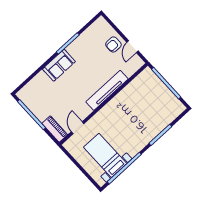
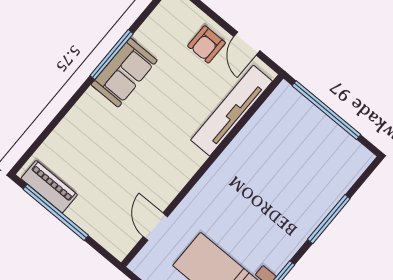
sofa: (59, 65) -> (124, 72), moved
tv unit: (107, 90) -> (232, 111), moved
piano: (55, 129) -> (49, 187), moved

